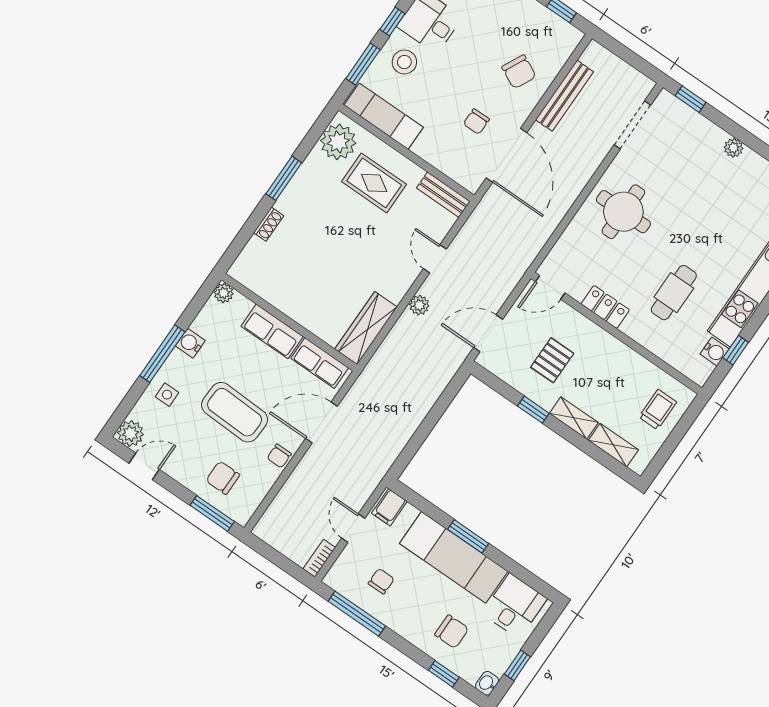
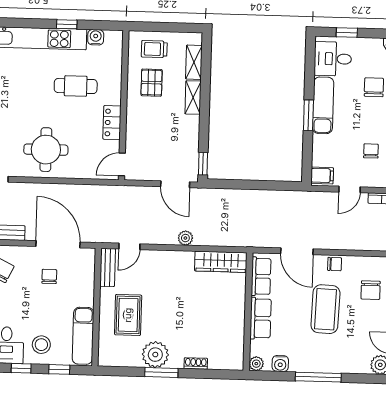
window: (363, 64) -> (59, 369), width x0.67
chair: (476, 122) -> (49, 276), turned -90
plant: (338, 142) -> (155, 355), moved
door: (507, 155) -> (58, 244), hinge flipped
door: (435, 259) -> (129, 246), moved
door: (550, 287) -> (122, 164), swing flipped
water cooler: (190, 343) -> (280, 364), moved
window: (736, 350) -> (67, 24), moved
pallet: (552, 360) -> (152, 83), moved, turned 90
side table: (167, 395) -> (342, 358), removed
window: (533, 410) -> (203, 164), moved
exam couch: (454, 557) -> (323, 105), width x0.73, depth x0.69
chair: (381, 581) -> (371, 151), turned 90
window: (517, 665) -> (347, 33), moved

